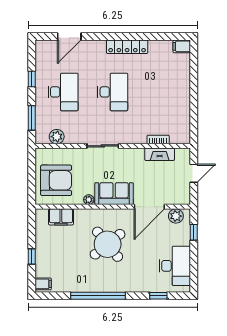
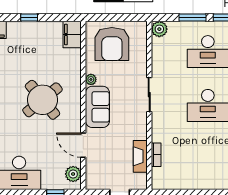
window: (32, 118) -> (193, 17), moved
plant: (57, 137) -> (159, 29), moved
door: (149, 207) -> (83, 145), width x0.73
filing cabinet: (61, 217) -> (72, 35), moved

